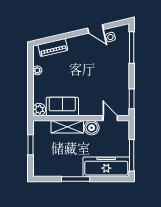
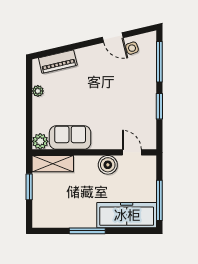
window: (132, 99) -> (159, 106), moved
shelving: (67, 127) -> (53, 164), moved

